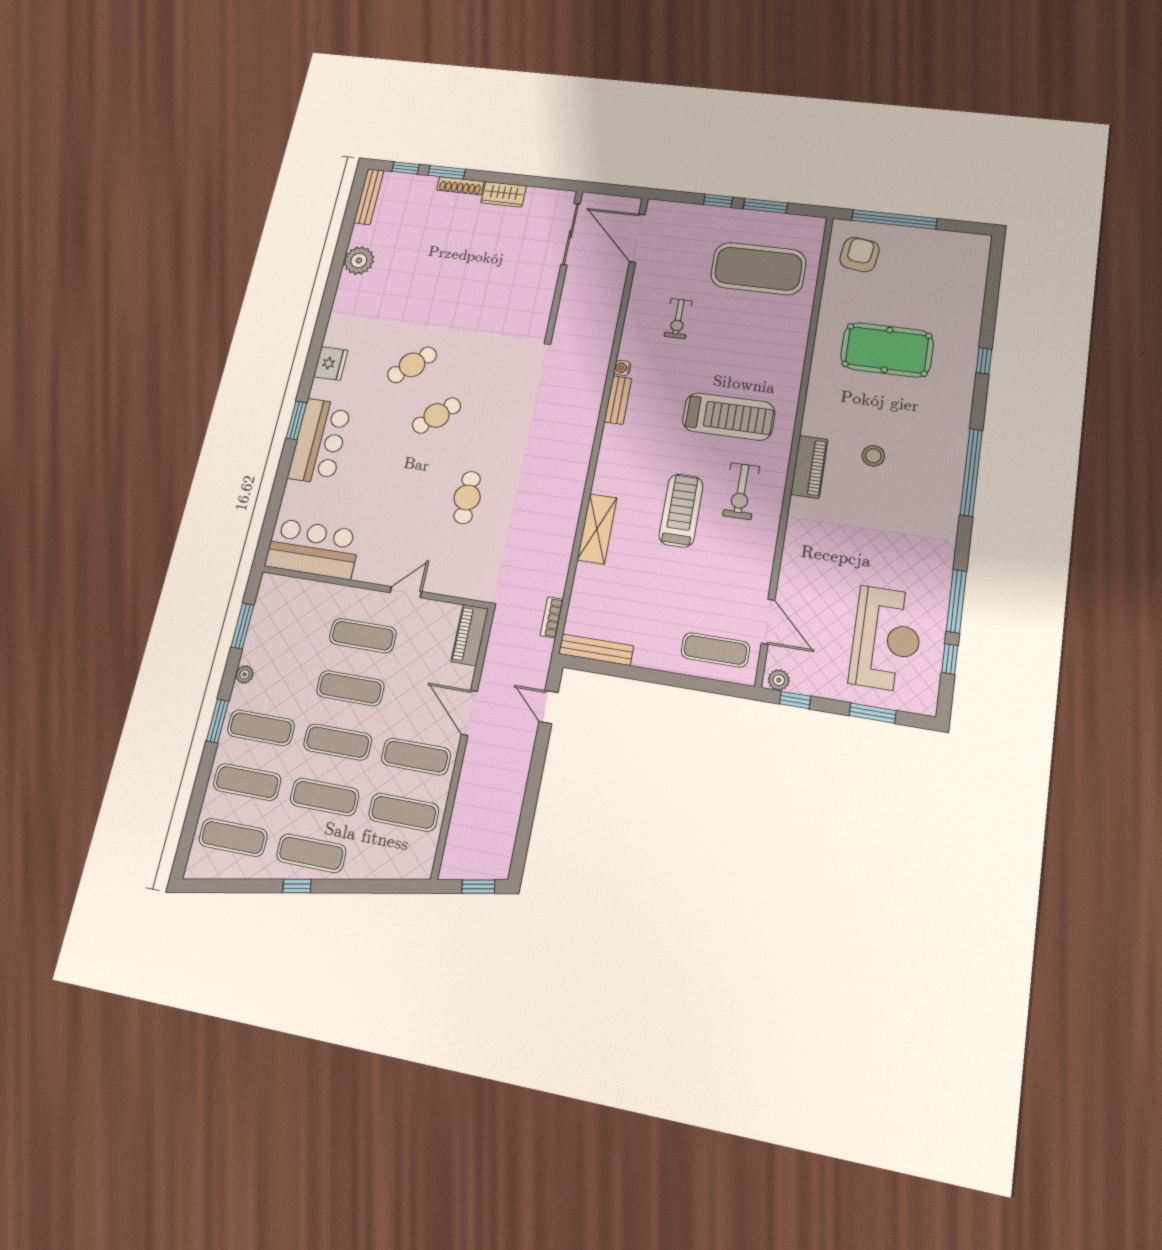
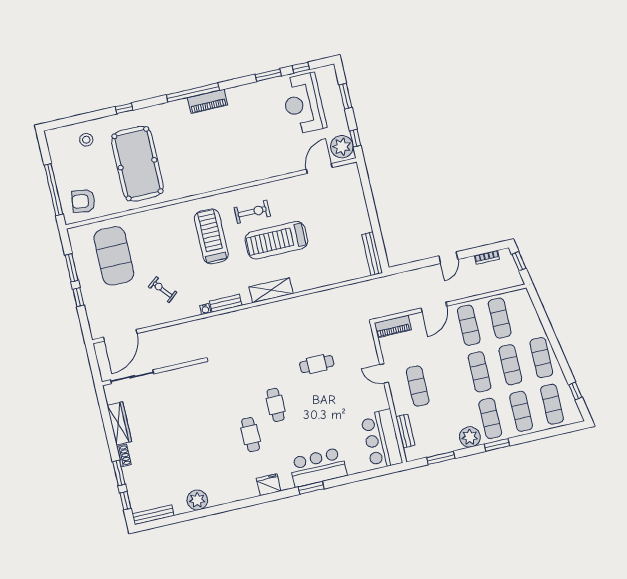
shoe rack: (460, 186) -> (124, 455), width x0.70
wardrobe: (504, 194) -> (119, 423), width x1.50
exercise bike: (678, 319) -> (163, 290), turned -129
pool table: (887, 350) -> (137, 164), width x1.36, depth x1.32
cafe table: (412, 365) -> (251, 435), turned 42
cafe table: (437, 415) -> (276, 405), turned 42
stool: (873, 456) -> (86, 140), moved
piano: (809, 467) -> (208, 101), moved, turned 180
treadmill: (681, 511) -> (276, 240), width x1.37, depth x1.38
shelving: (597, 529) -> (271, 290), moved
bench: (307, 589) -> (405, 431), added
window: (956, 601) -> (268, 75), width x0.69
bookcase: (552, 617) -> (487, 257), moved
reception desk: (886, 639) -> (303, 104), turned -90
exercise mat: (715, 650) -> (346, 190), removed
plant: (245, 674) -> (470, 437), width x1.88, depth x1.88
plant: (779, 680) -> (342, 147), width x1.88, depth x1.88
exercise mat: (350, 688) -> (449, 379), removed
door: (548, 707) -> (448, 258), moved
window: (297, 886) -> (575, 391), moved

